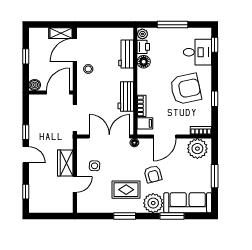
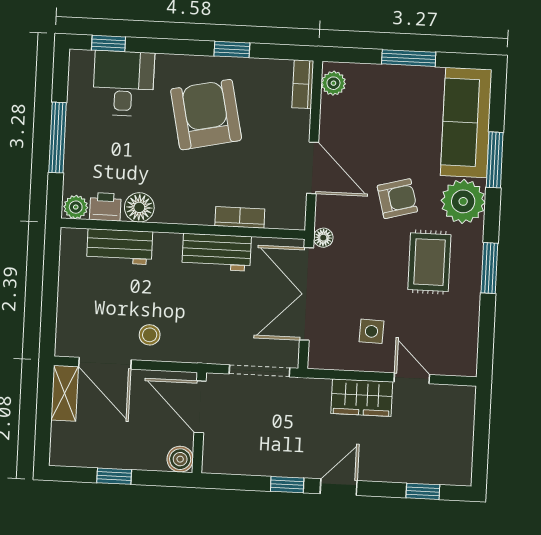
filing cabinet: (145, 123) -> (280, 211), removed
plant: (197, 149) -> (333, 83), width x0.53, depth x0.53

